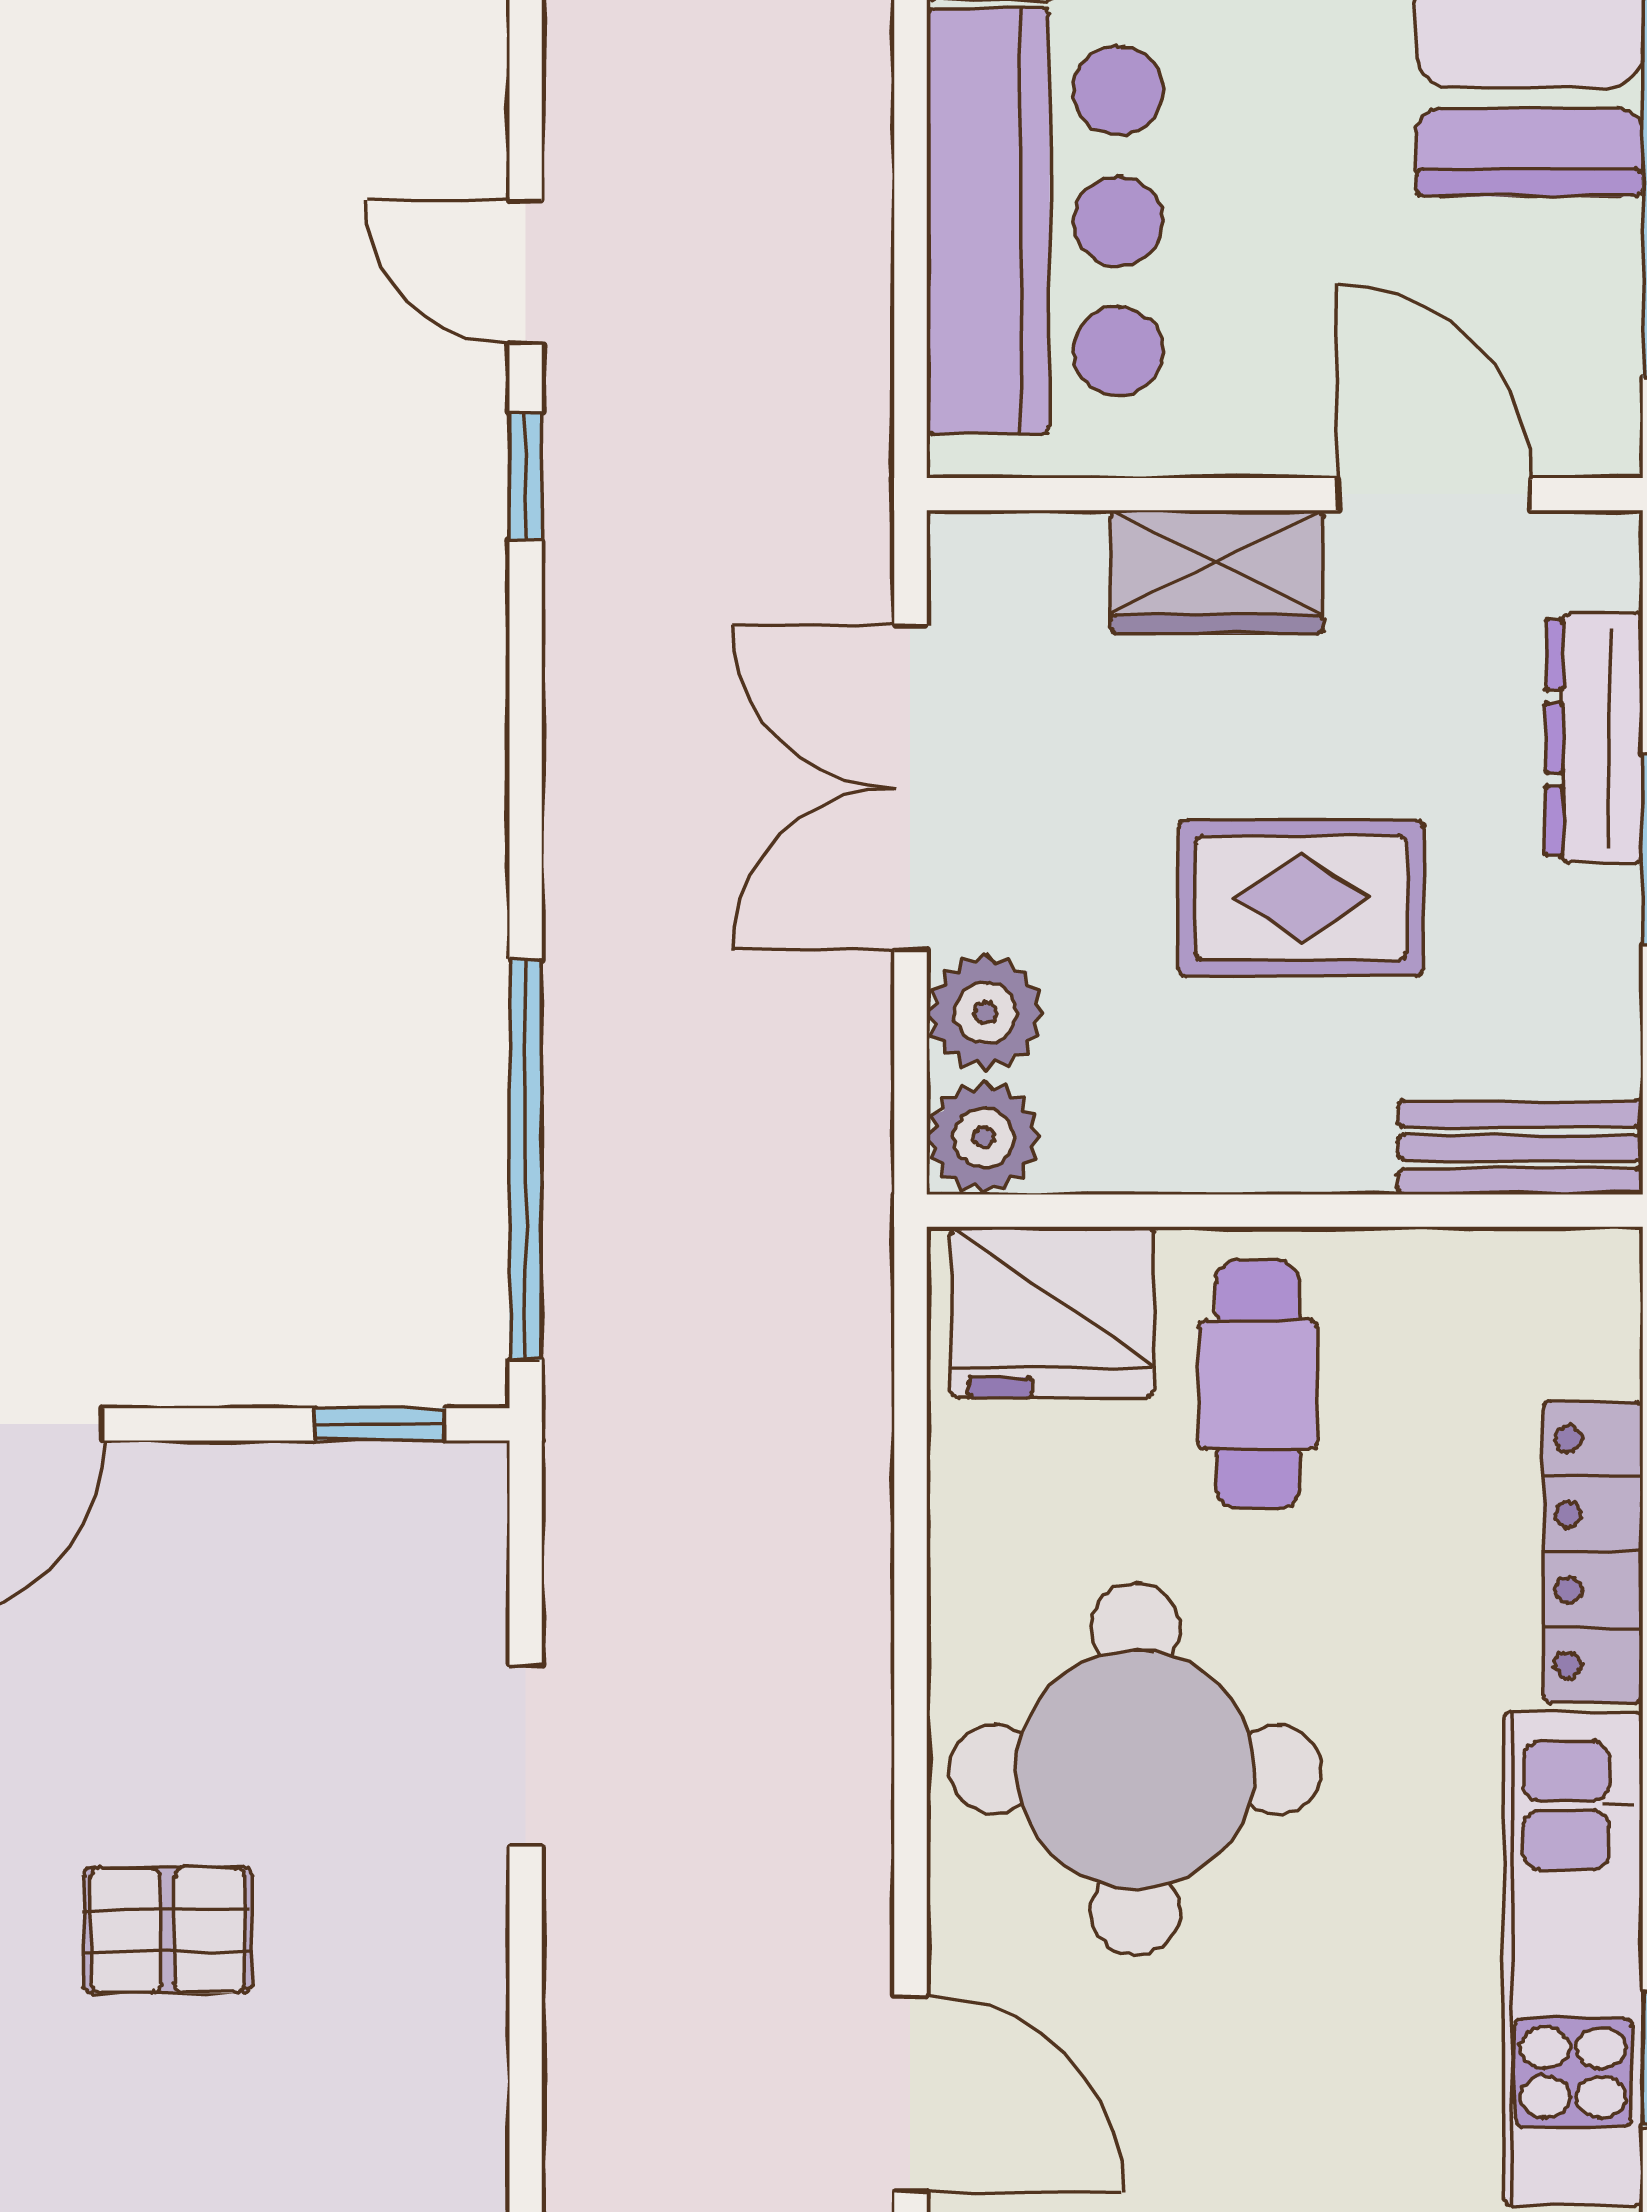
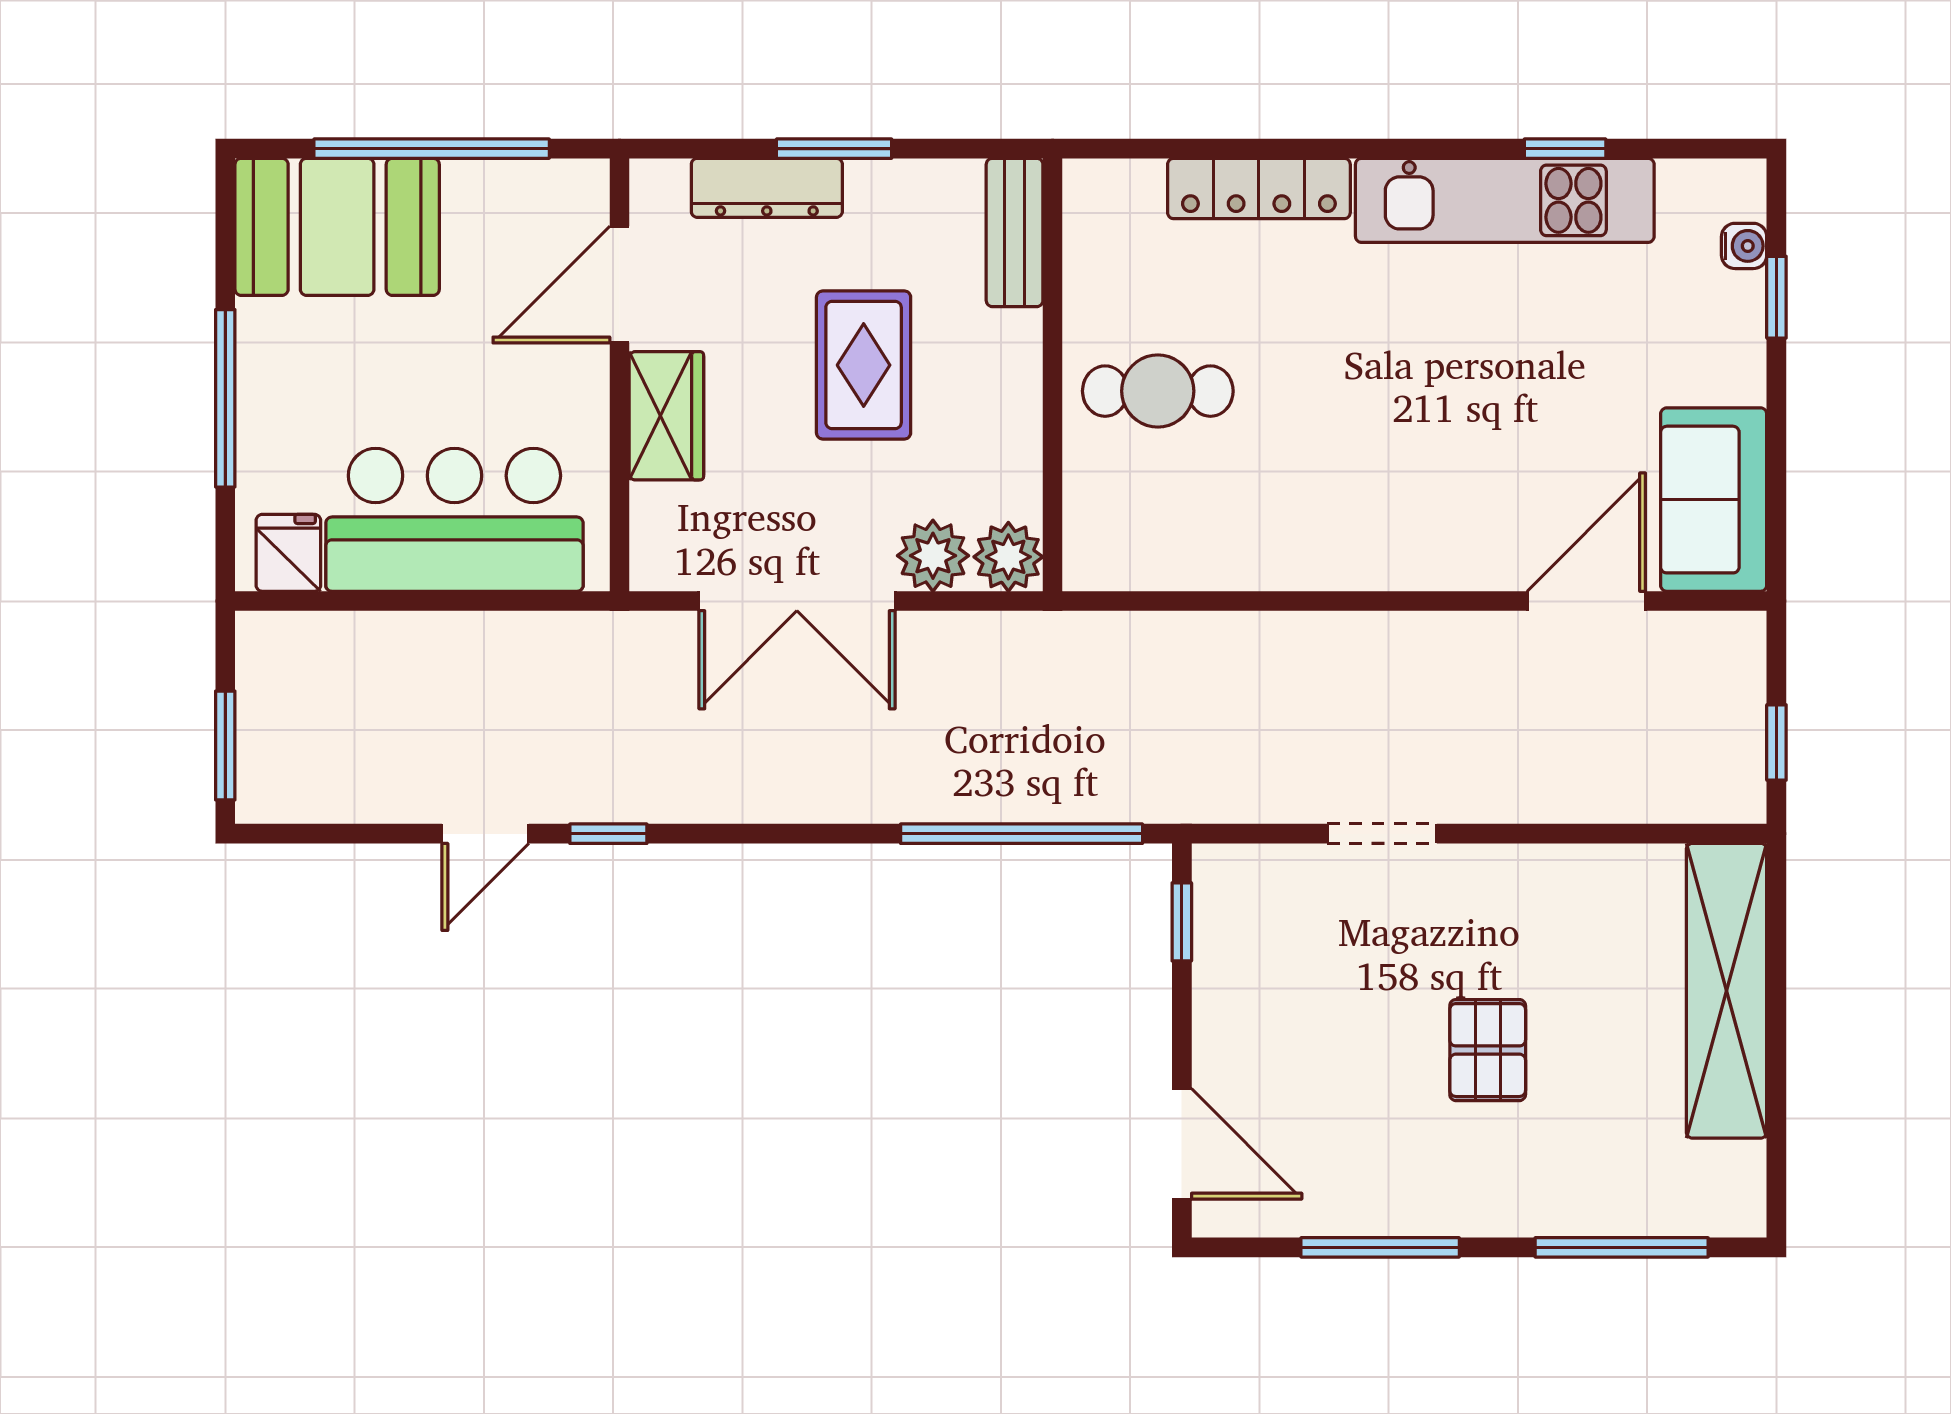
fridge: (1053, 1312) -> (1114, 515), removed
round table: (1135, 1769) -> (1390, 465), removed

